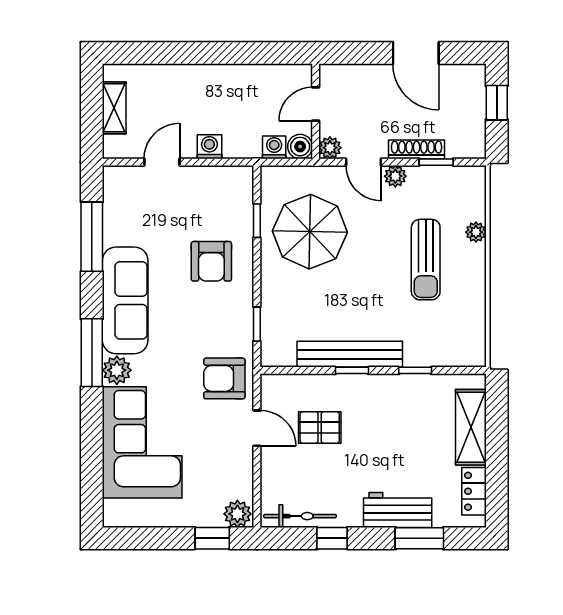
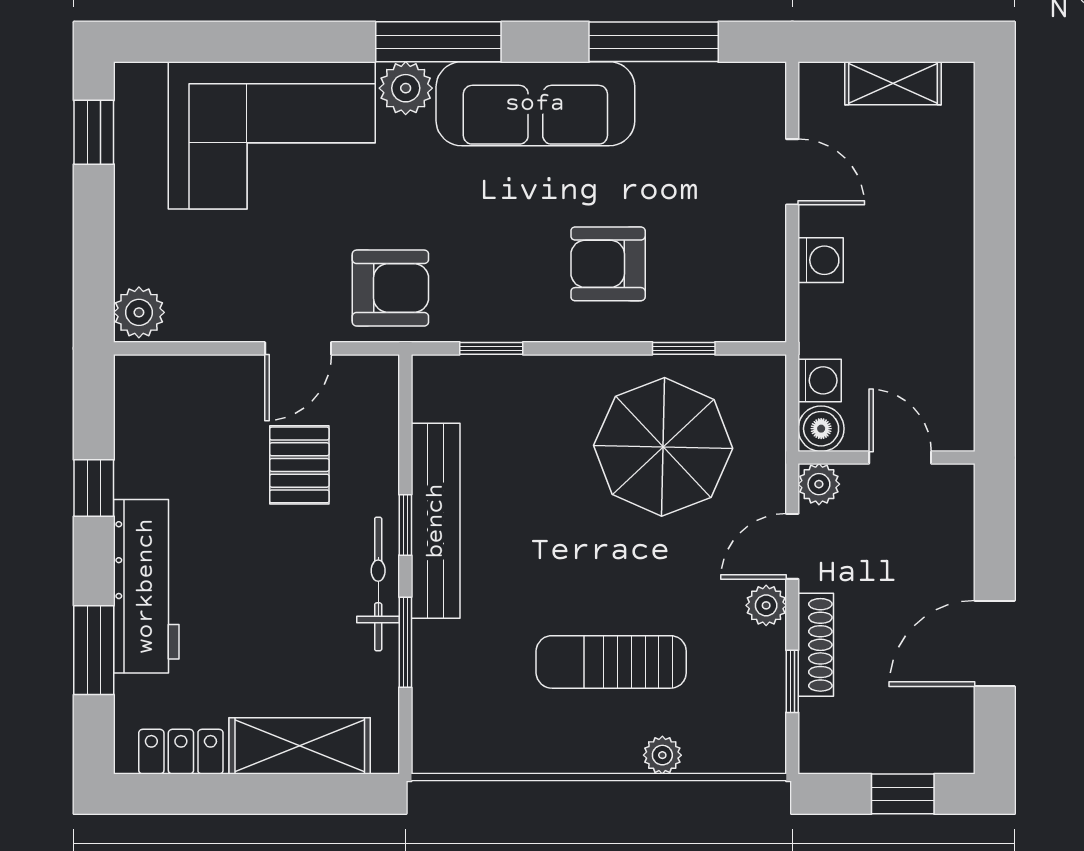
window: (415, 370) -> (405, 642), width x1.50
armchair: (224, 378) -> (390, 288), turned 90
workbench: (398, 510) -> (146, 586), width x1.38
bicycle: (300, 516) -> (378, 584), moved, turned 180
window: (212, 538) -> (94, 132), moved

